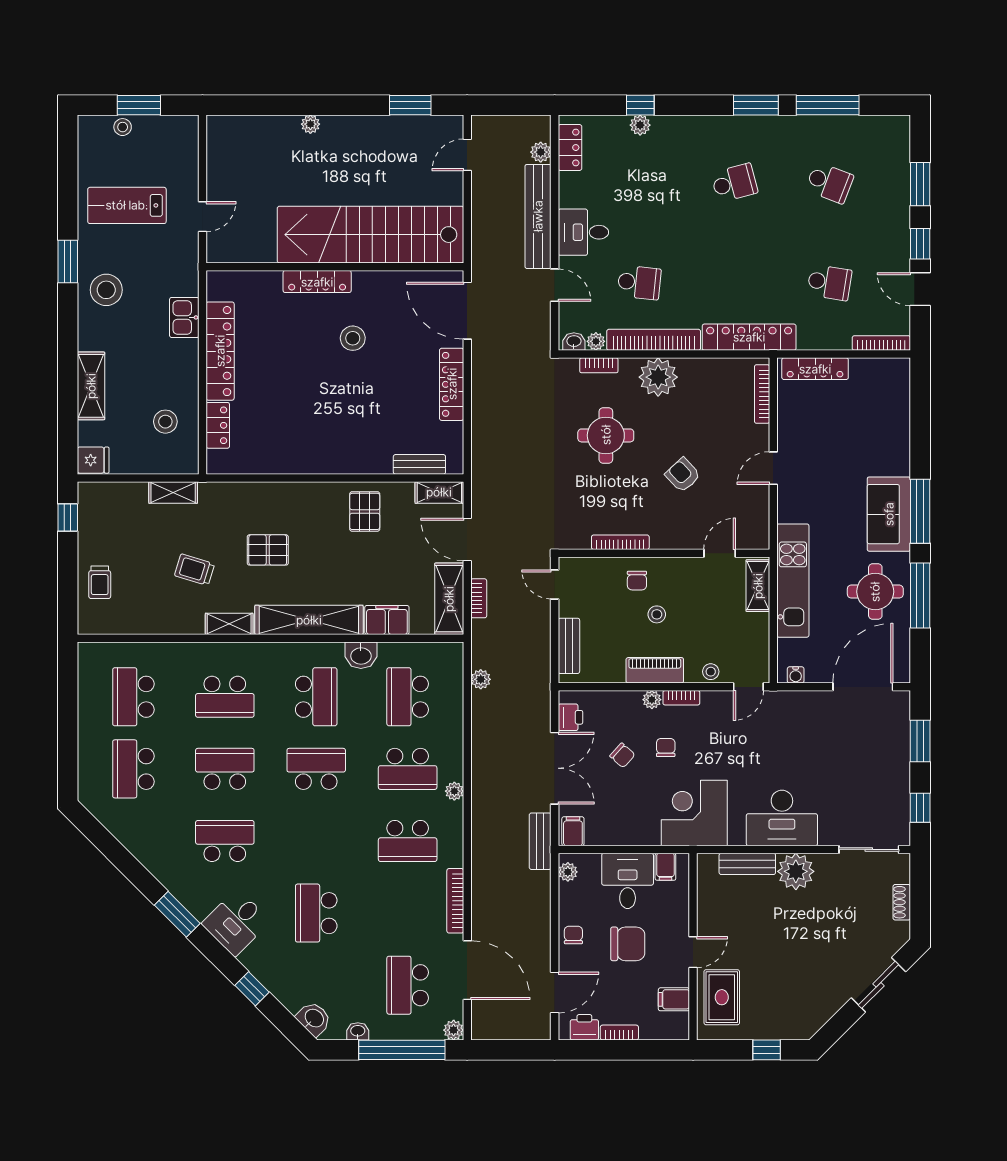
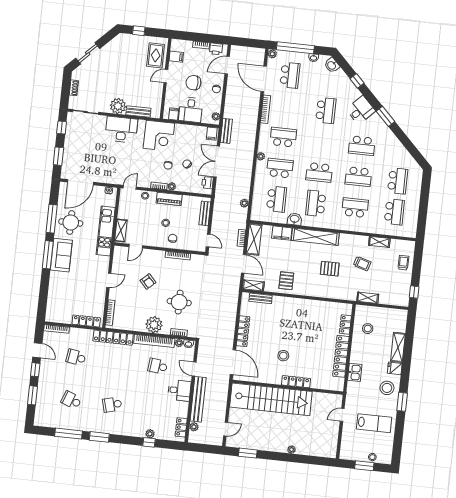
fridge: (93, 460) -> (395, 368), moved
shelving: (229, 624) -> (379, 242), moved

